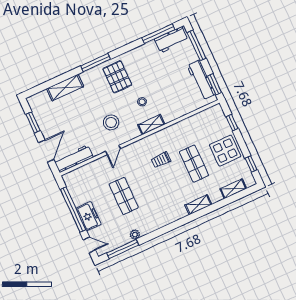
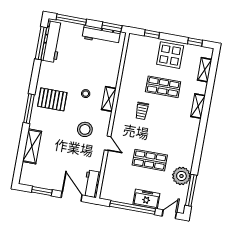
workbench: (171, 40) -> (52, 42), width x1.38
workbench: (74, 159) -> (92, 184), width x0.73
plant: (135, 235) -> (181, 176), width x1.88, depth x1.88

